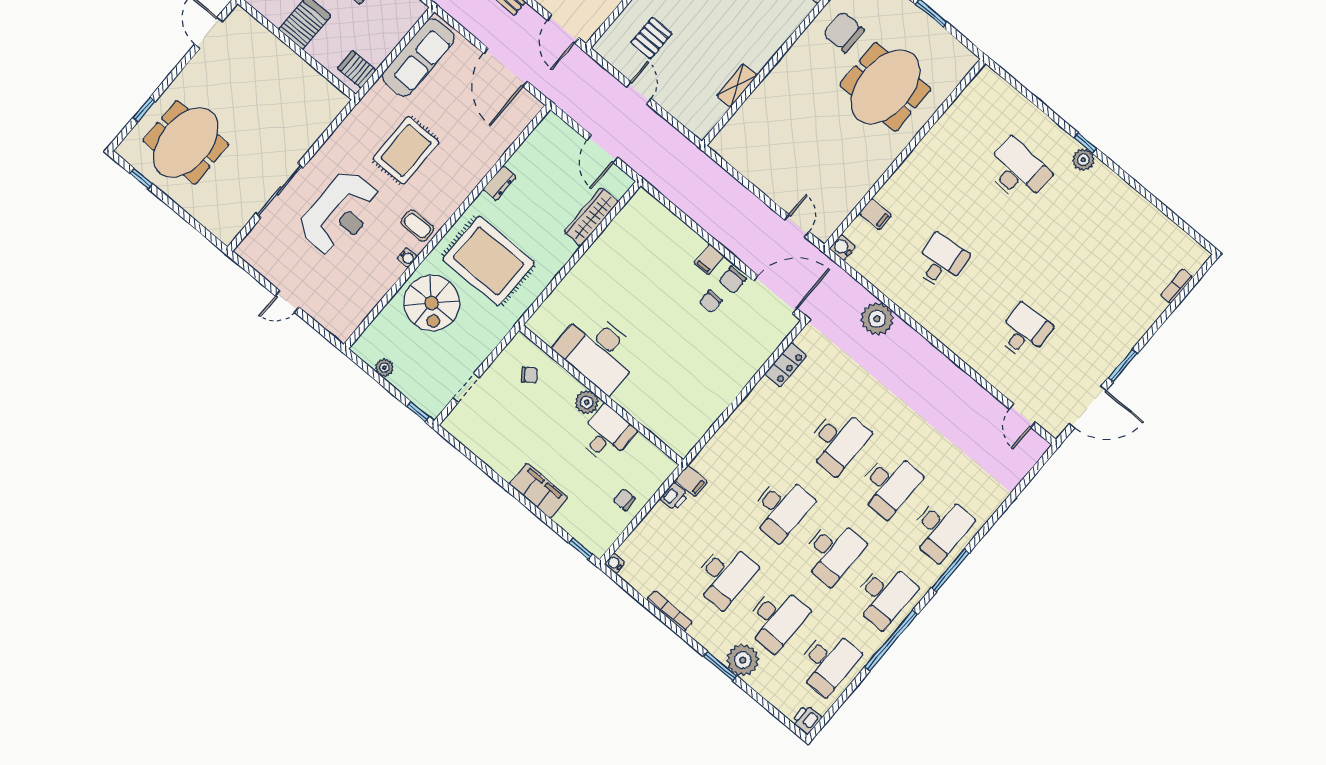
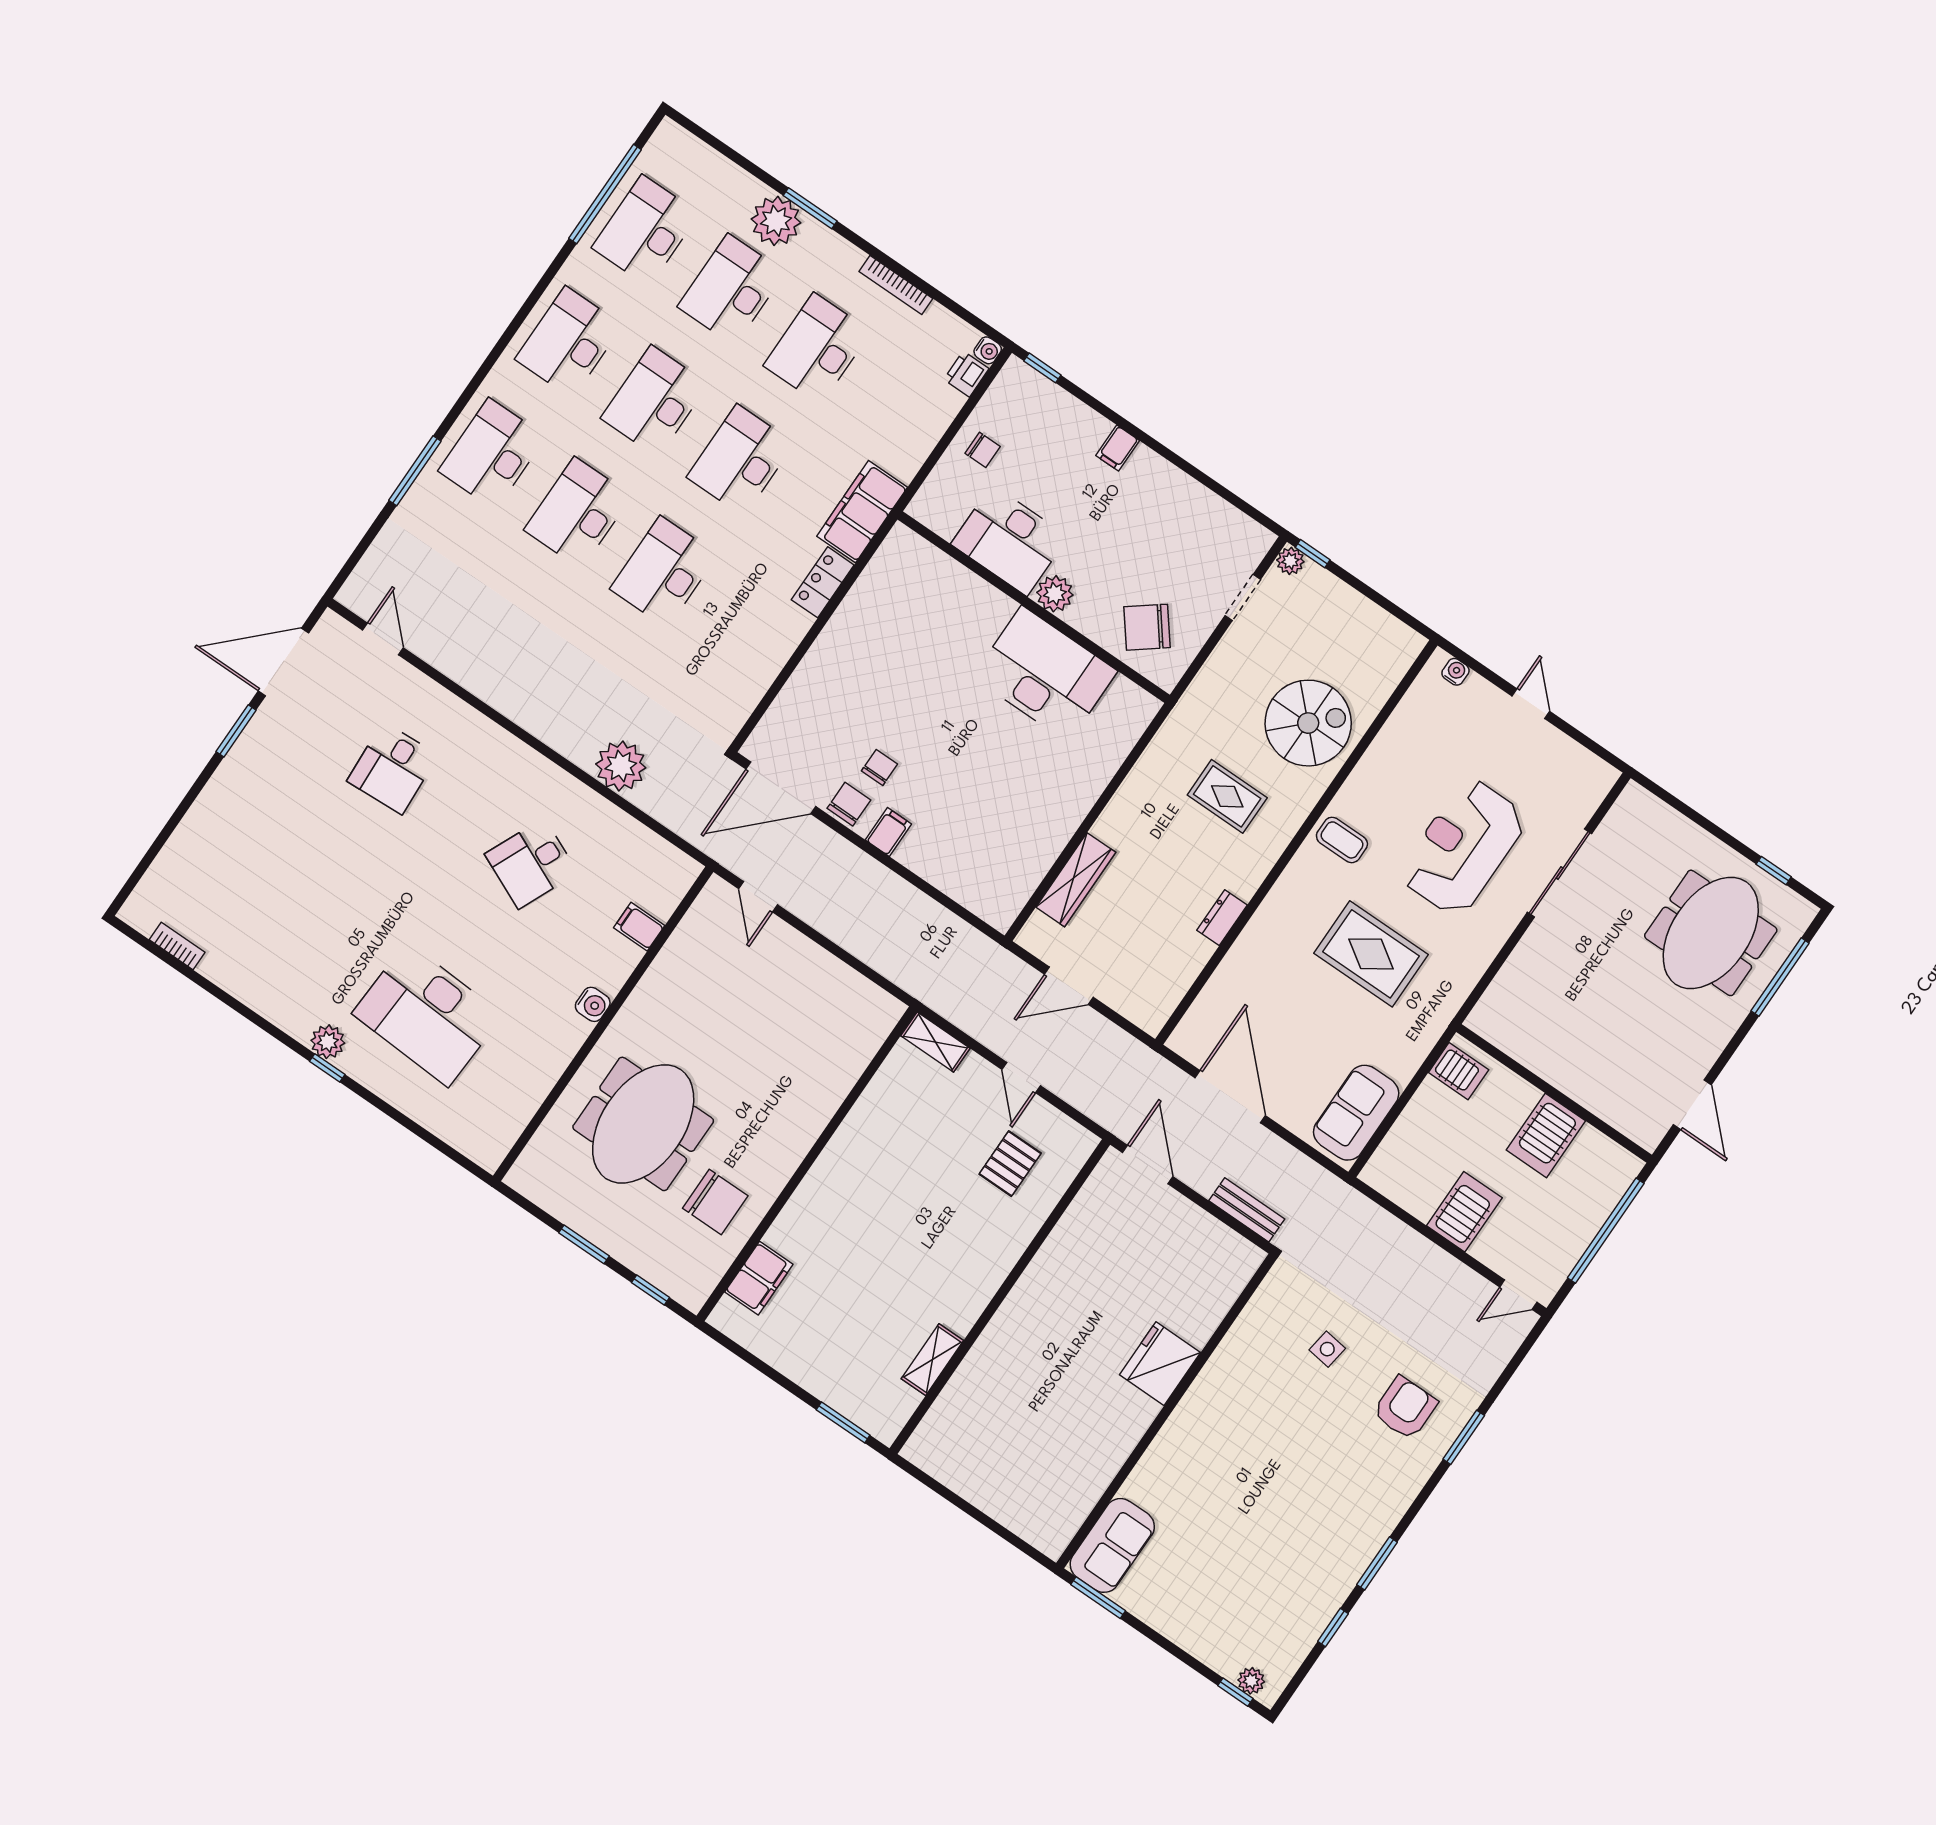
sofa: (418, 57) -> (1356, 1113), width x0.73
shelving: (737, 85) -> (935, 1042), moved, turned 90
window: (144, 110) -> (1780, 977), width x2.17
door: (602, 149) -> (1069, 986), swing flipped
rug: (406, 150) -> (1371, 954), turned 90
desk: (1017, 171) -> (428, 1014), width x1.36, depth x1.30
water cooler: (842, 248) -> (593, 1004), moved
water cooler: (407, 258) -> (1455, 672), moved, turned 90
rug: (489, 261) -> (1227, 796), width x0.54, depth x0.49
desk: (941, 262) -> (531, 863), turned 30
bookcase: (1177, 286) -> (177, 946), moved, turned -90
door: (287, 302) -> (1531, 704), hinge flipped
spiral stairs: (432, 303) -> (1308, 723), turned 90
locker: (786, 365) -> (823, 582), moved
plant: (384, 368) -> (1290, 561), moved
chair: (529, 375) -> (1147, 627), width x1.87, depth x1.87
desk: (606, 434) -> (1010, 540), width x1.37
filing cabinet: (691, 481) -> (862, 512), width x3.00, depth x1.17
filing cabinet: (538, 491) -> (1118, 448), width x0.33, depth x0.86
printer: (674, 497) -> (966, 374), moved
window: (950, 570) -> (415, 471), moved
window: (891, 641) -> (605, 194), moved
printer: (807, 720) -> (669, 139), removed

